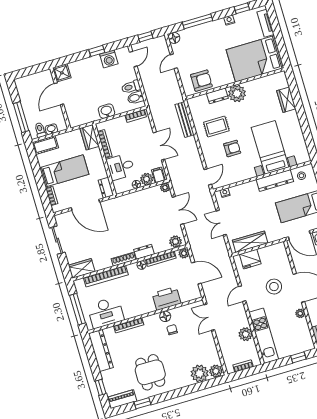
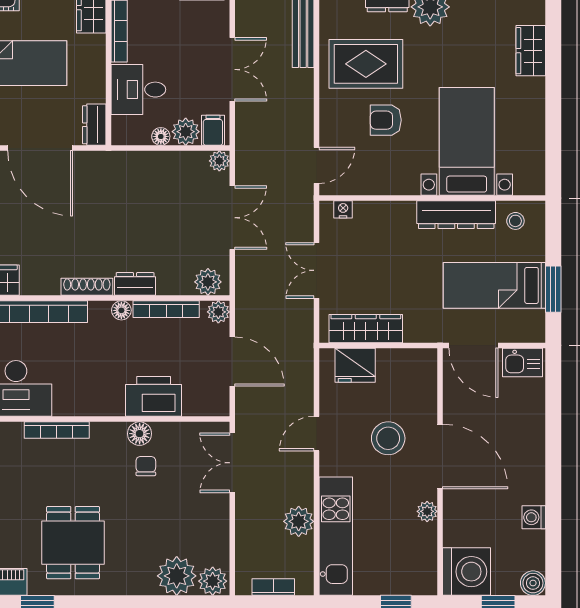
rug: (216, 127) -> (366, 64), width x1.36, depth x1.43
armchair: (232, 148) -> (386, 120), turned 180

